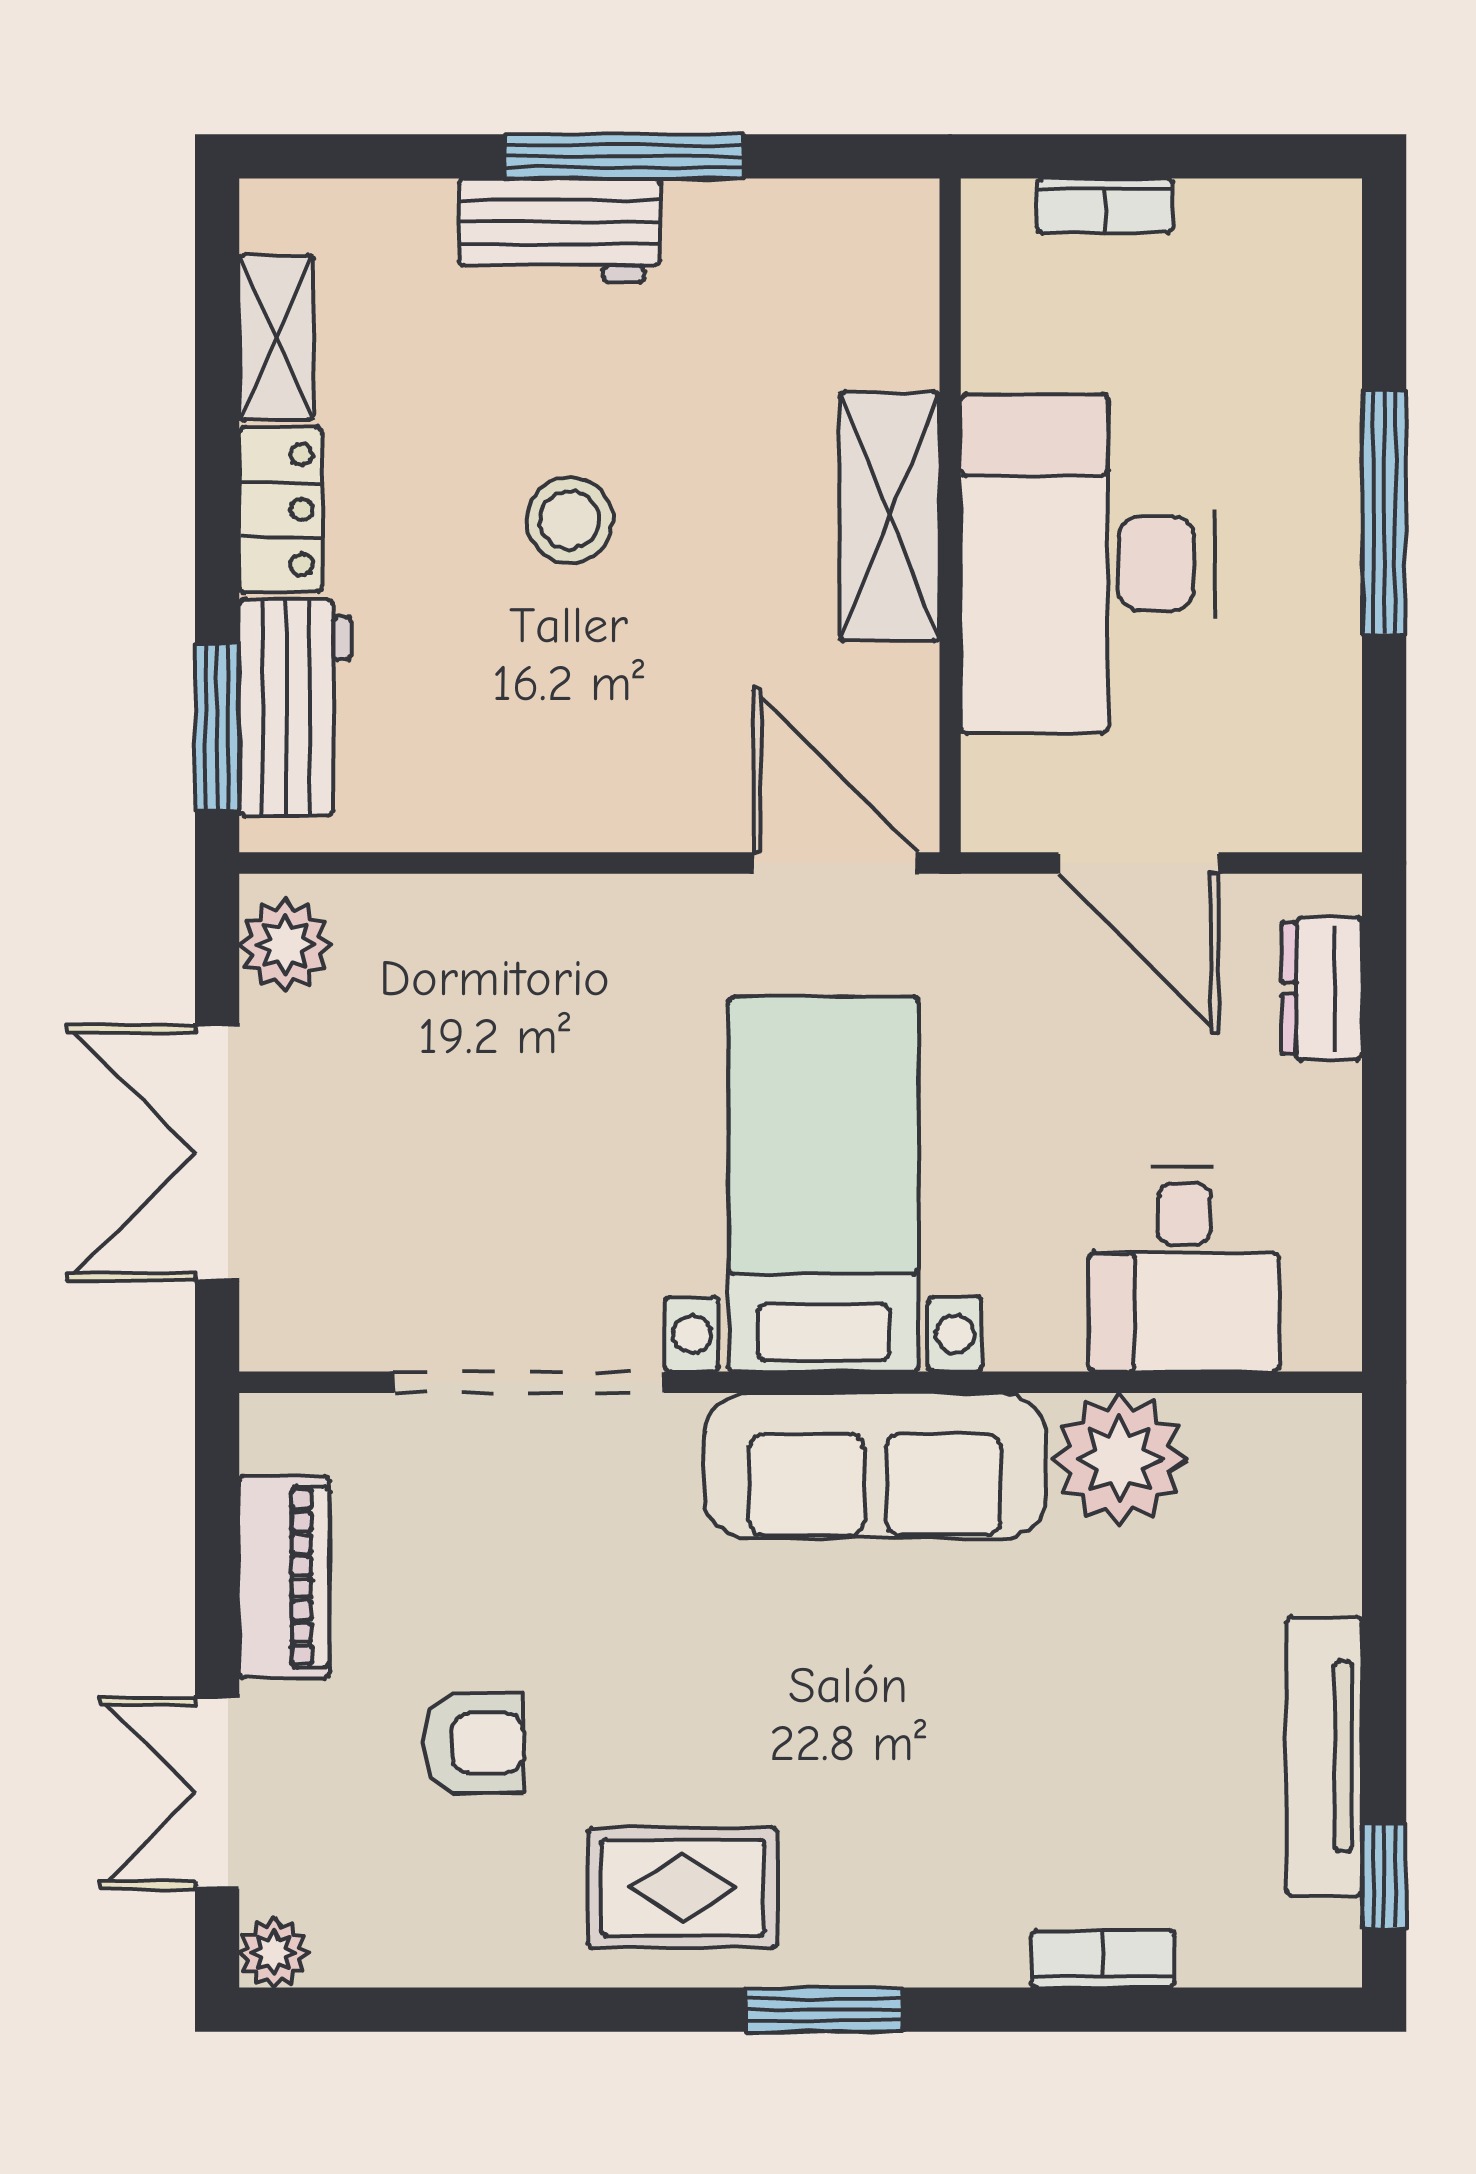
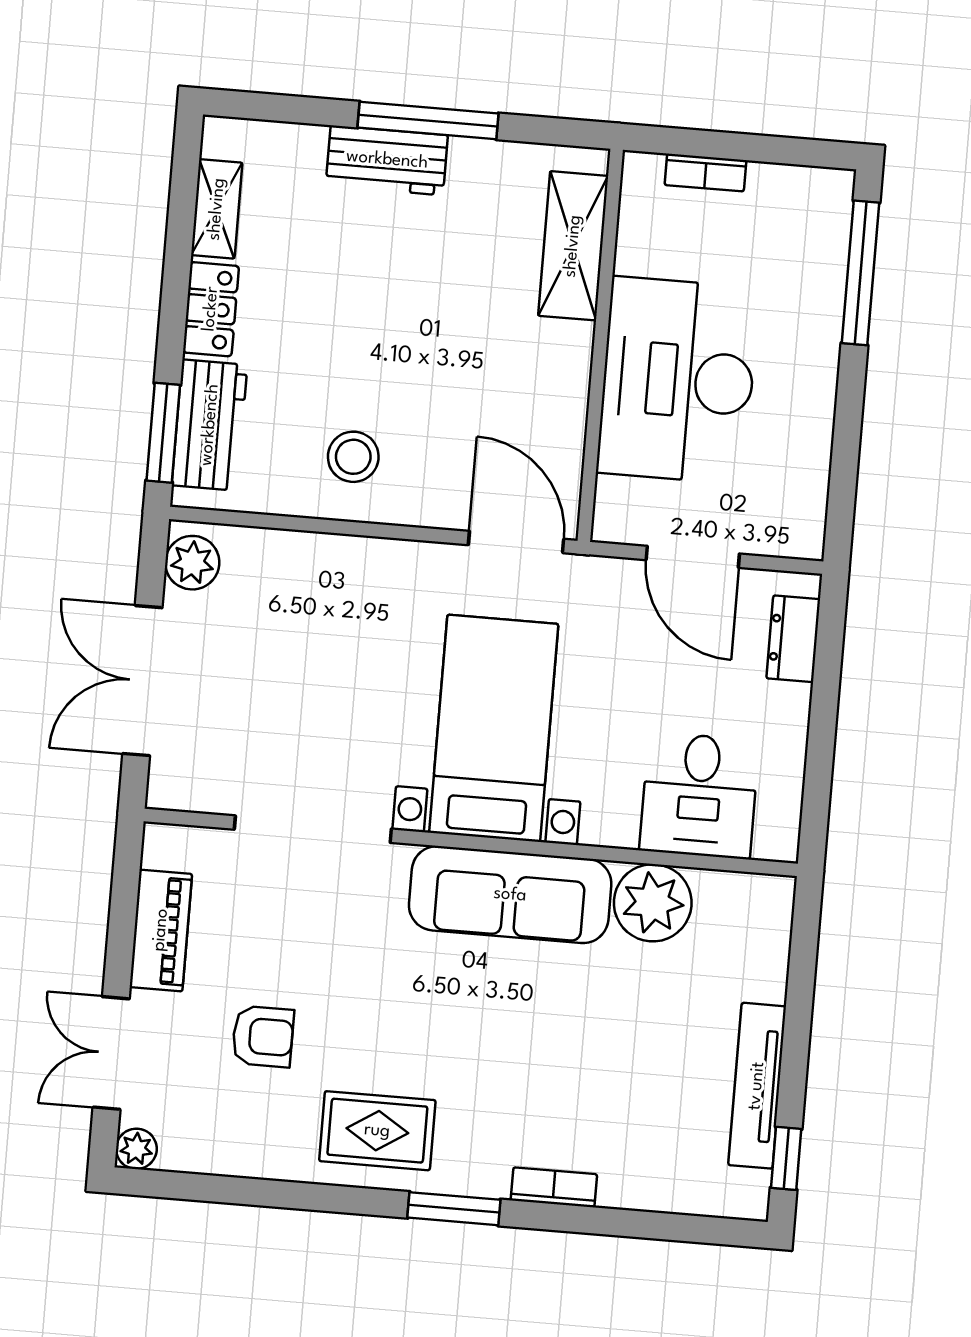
window: (1384, 513) -> (860, 273), moved
shelving: (890, 516) -> (573, 246), moved
stool: (570, 520) -> (353, 457), moved
bookcase: (1103, 1959) -> (554, 1187), moved

